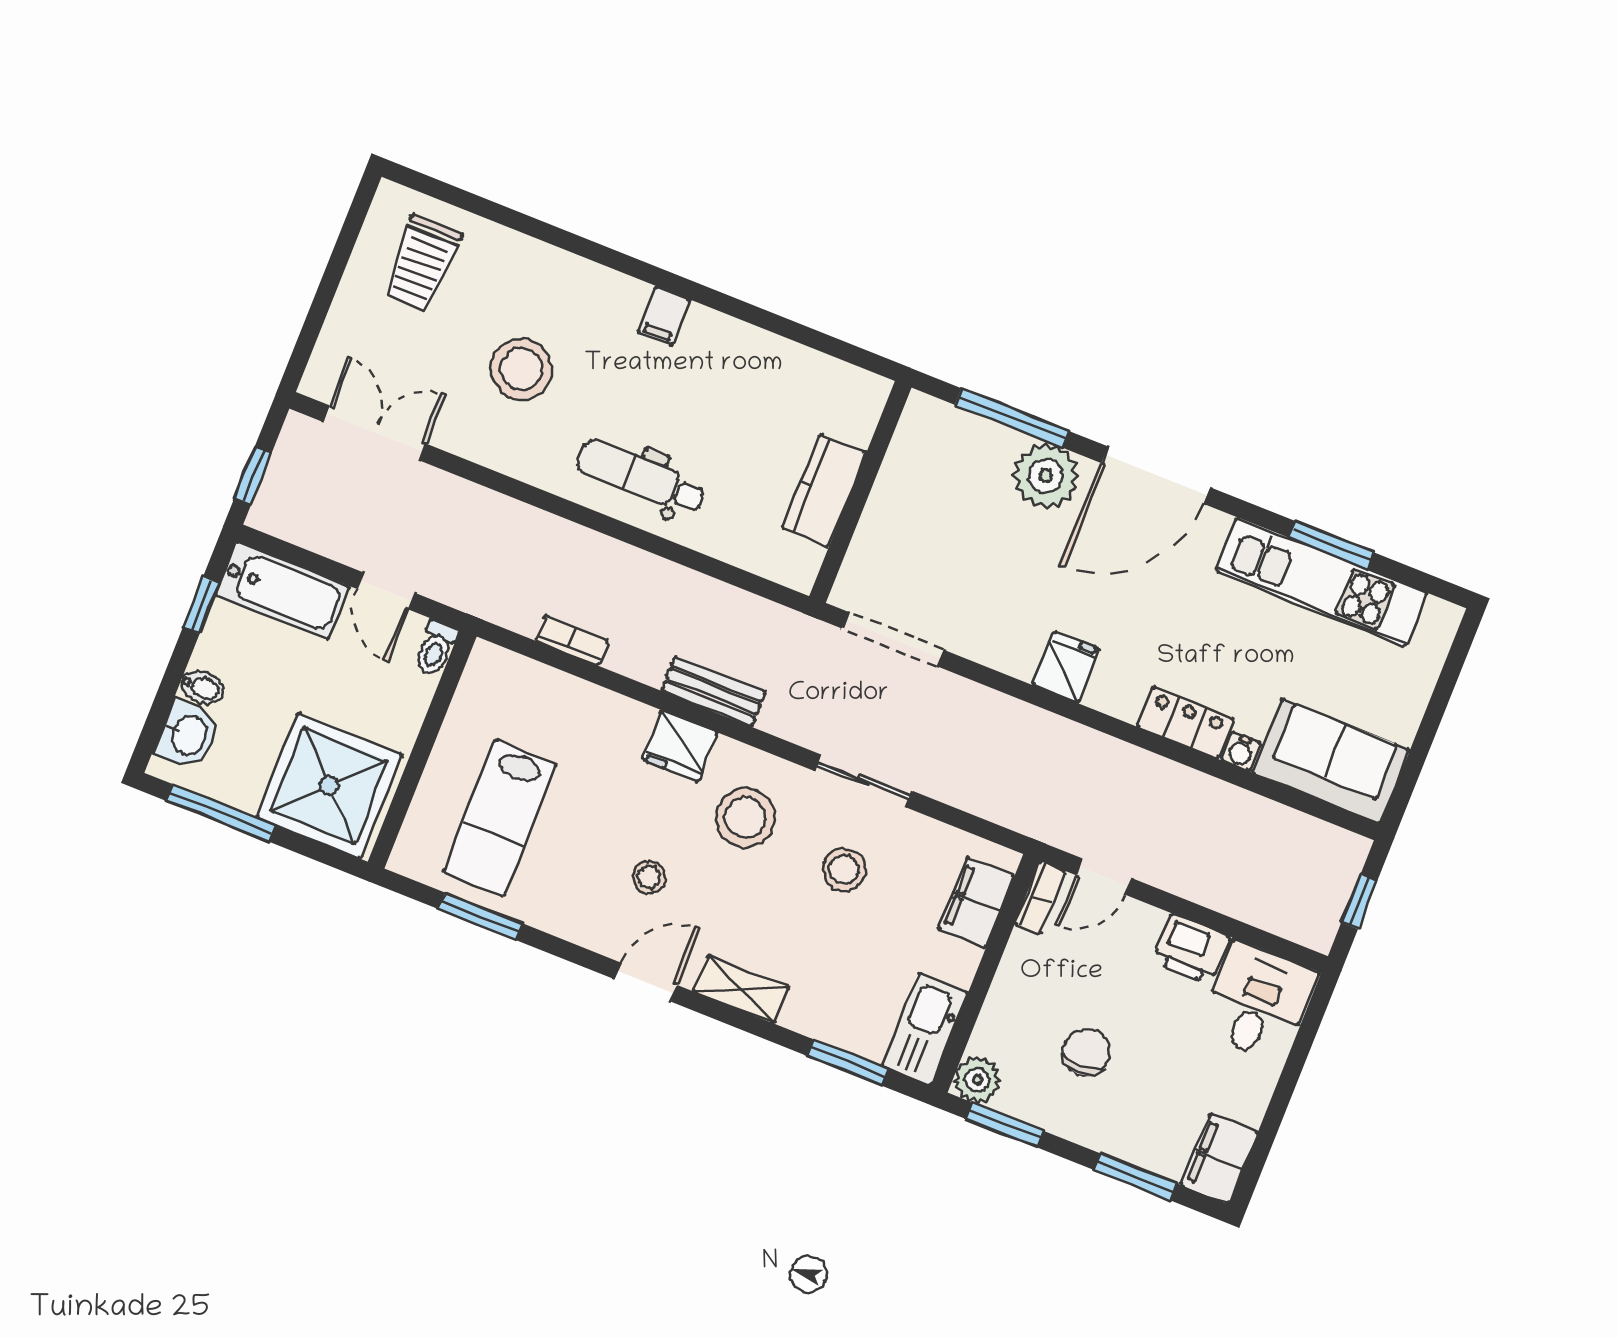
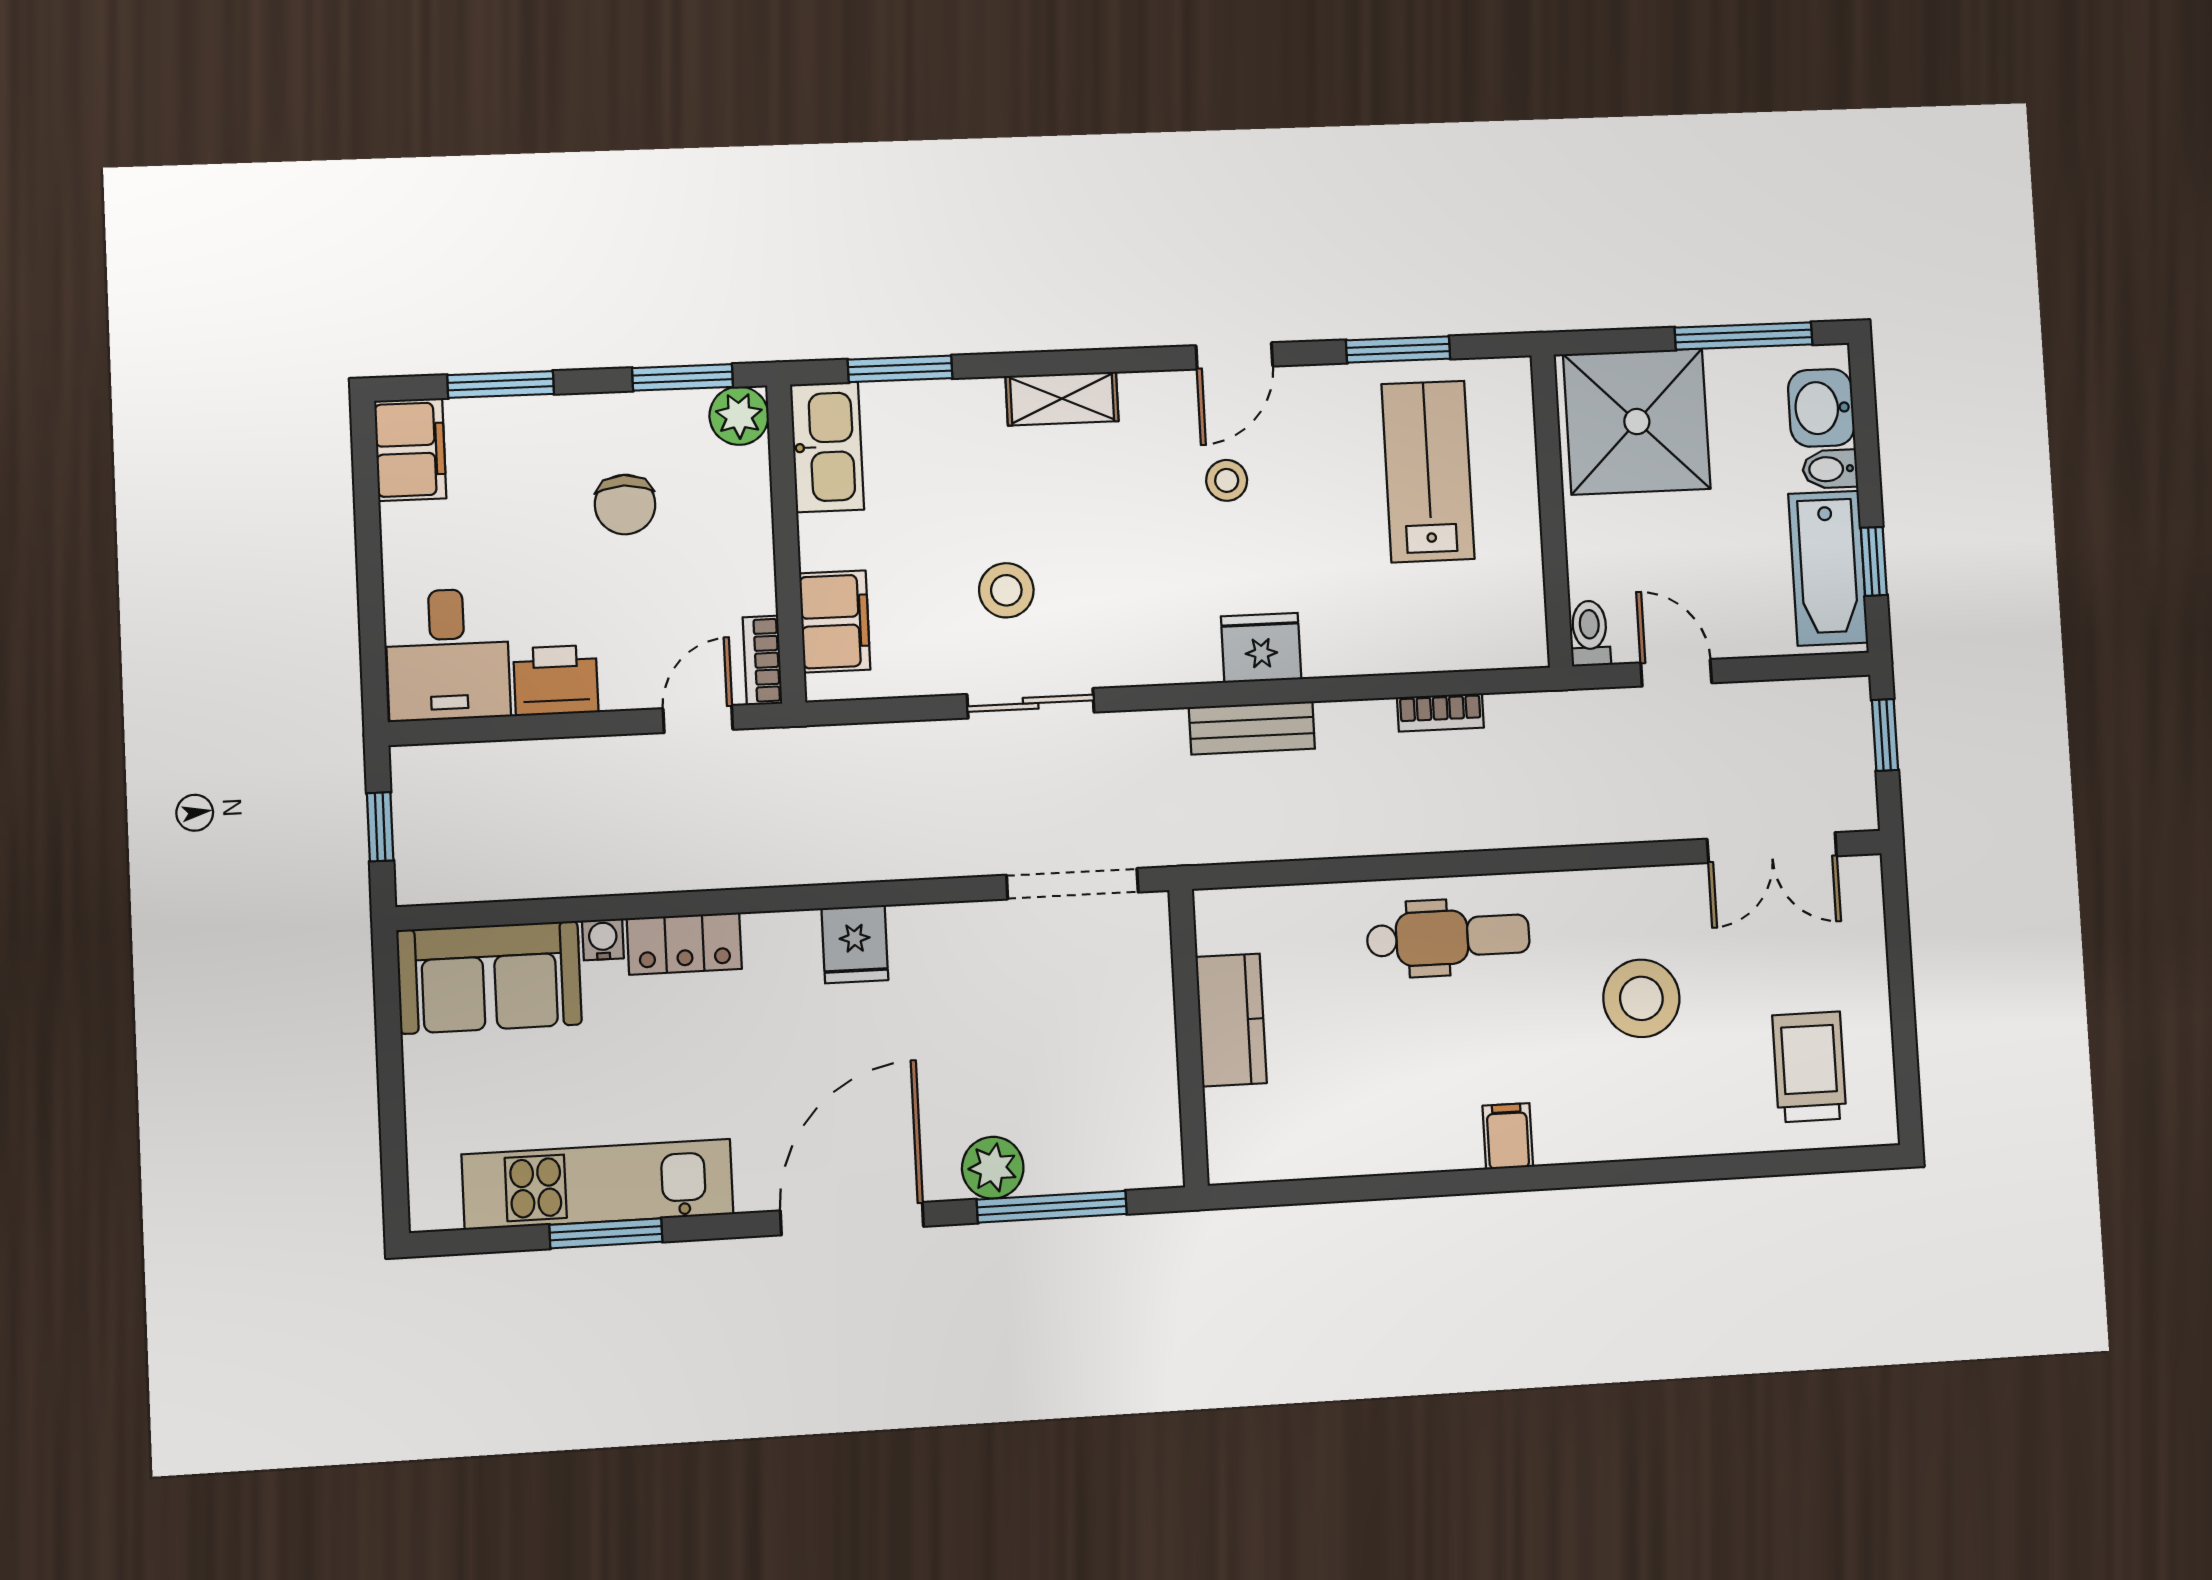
plant: (1046, 476) -> (993, 1168), width x0.73, depth x0.73
bathtub: (282, 590) -> (1828, 568), moved, turned -90
stool: (745, 818) -> (1148, 599), removed
door: (646, 982) -> (1234, 356), moved

